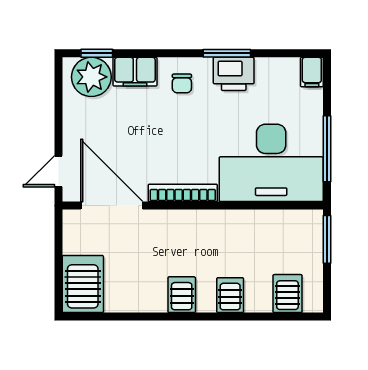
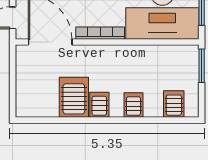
server rack: (83, 284) -> (74, 97), moved

